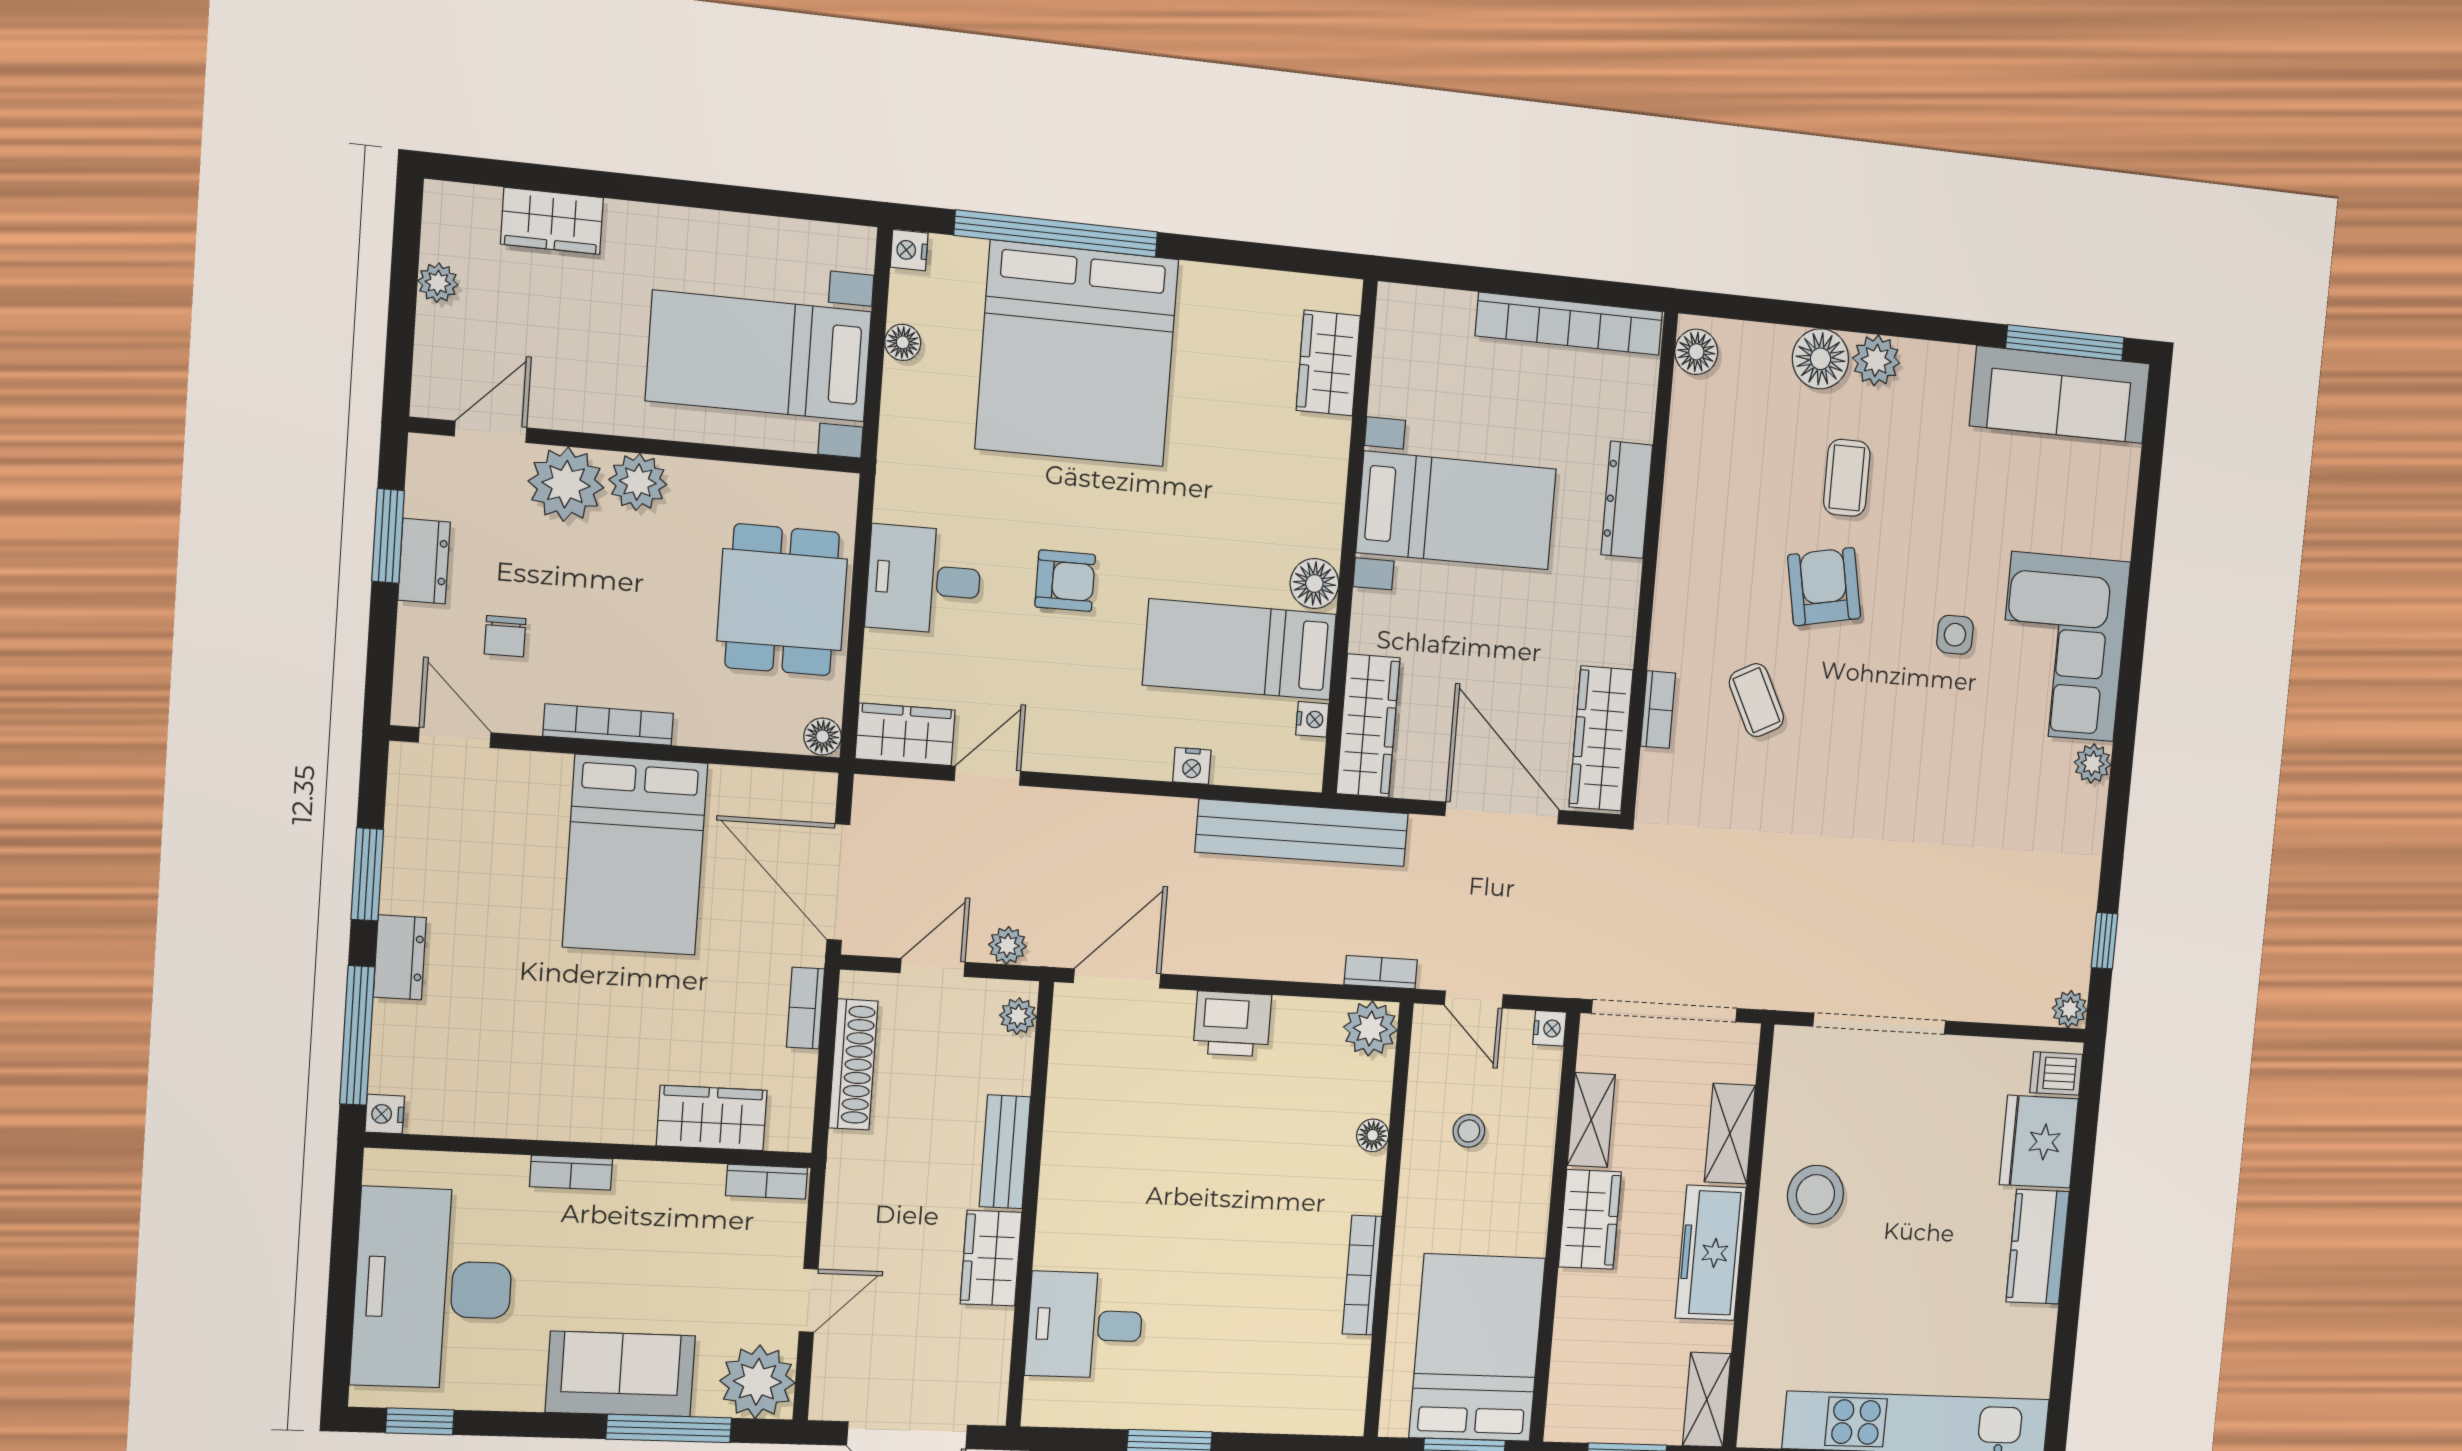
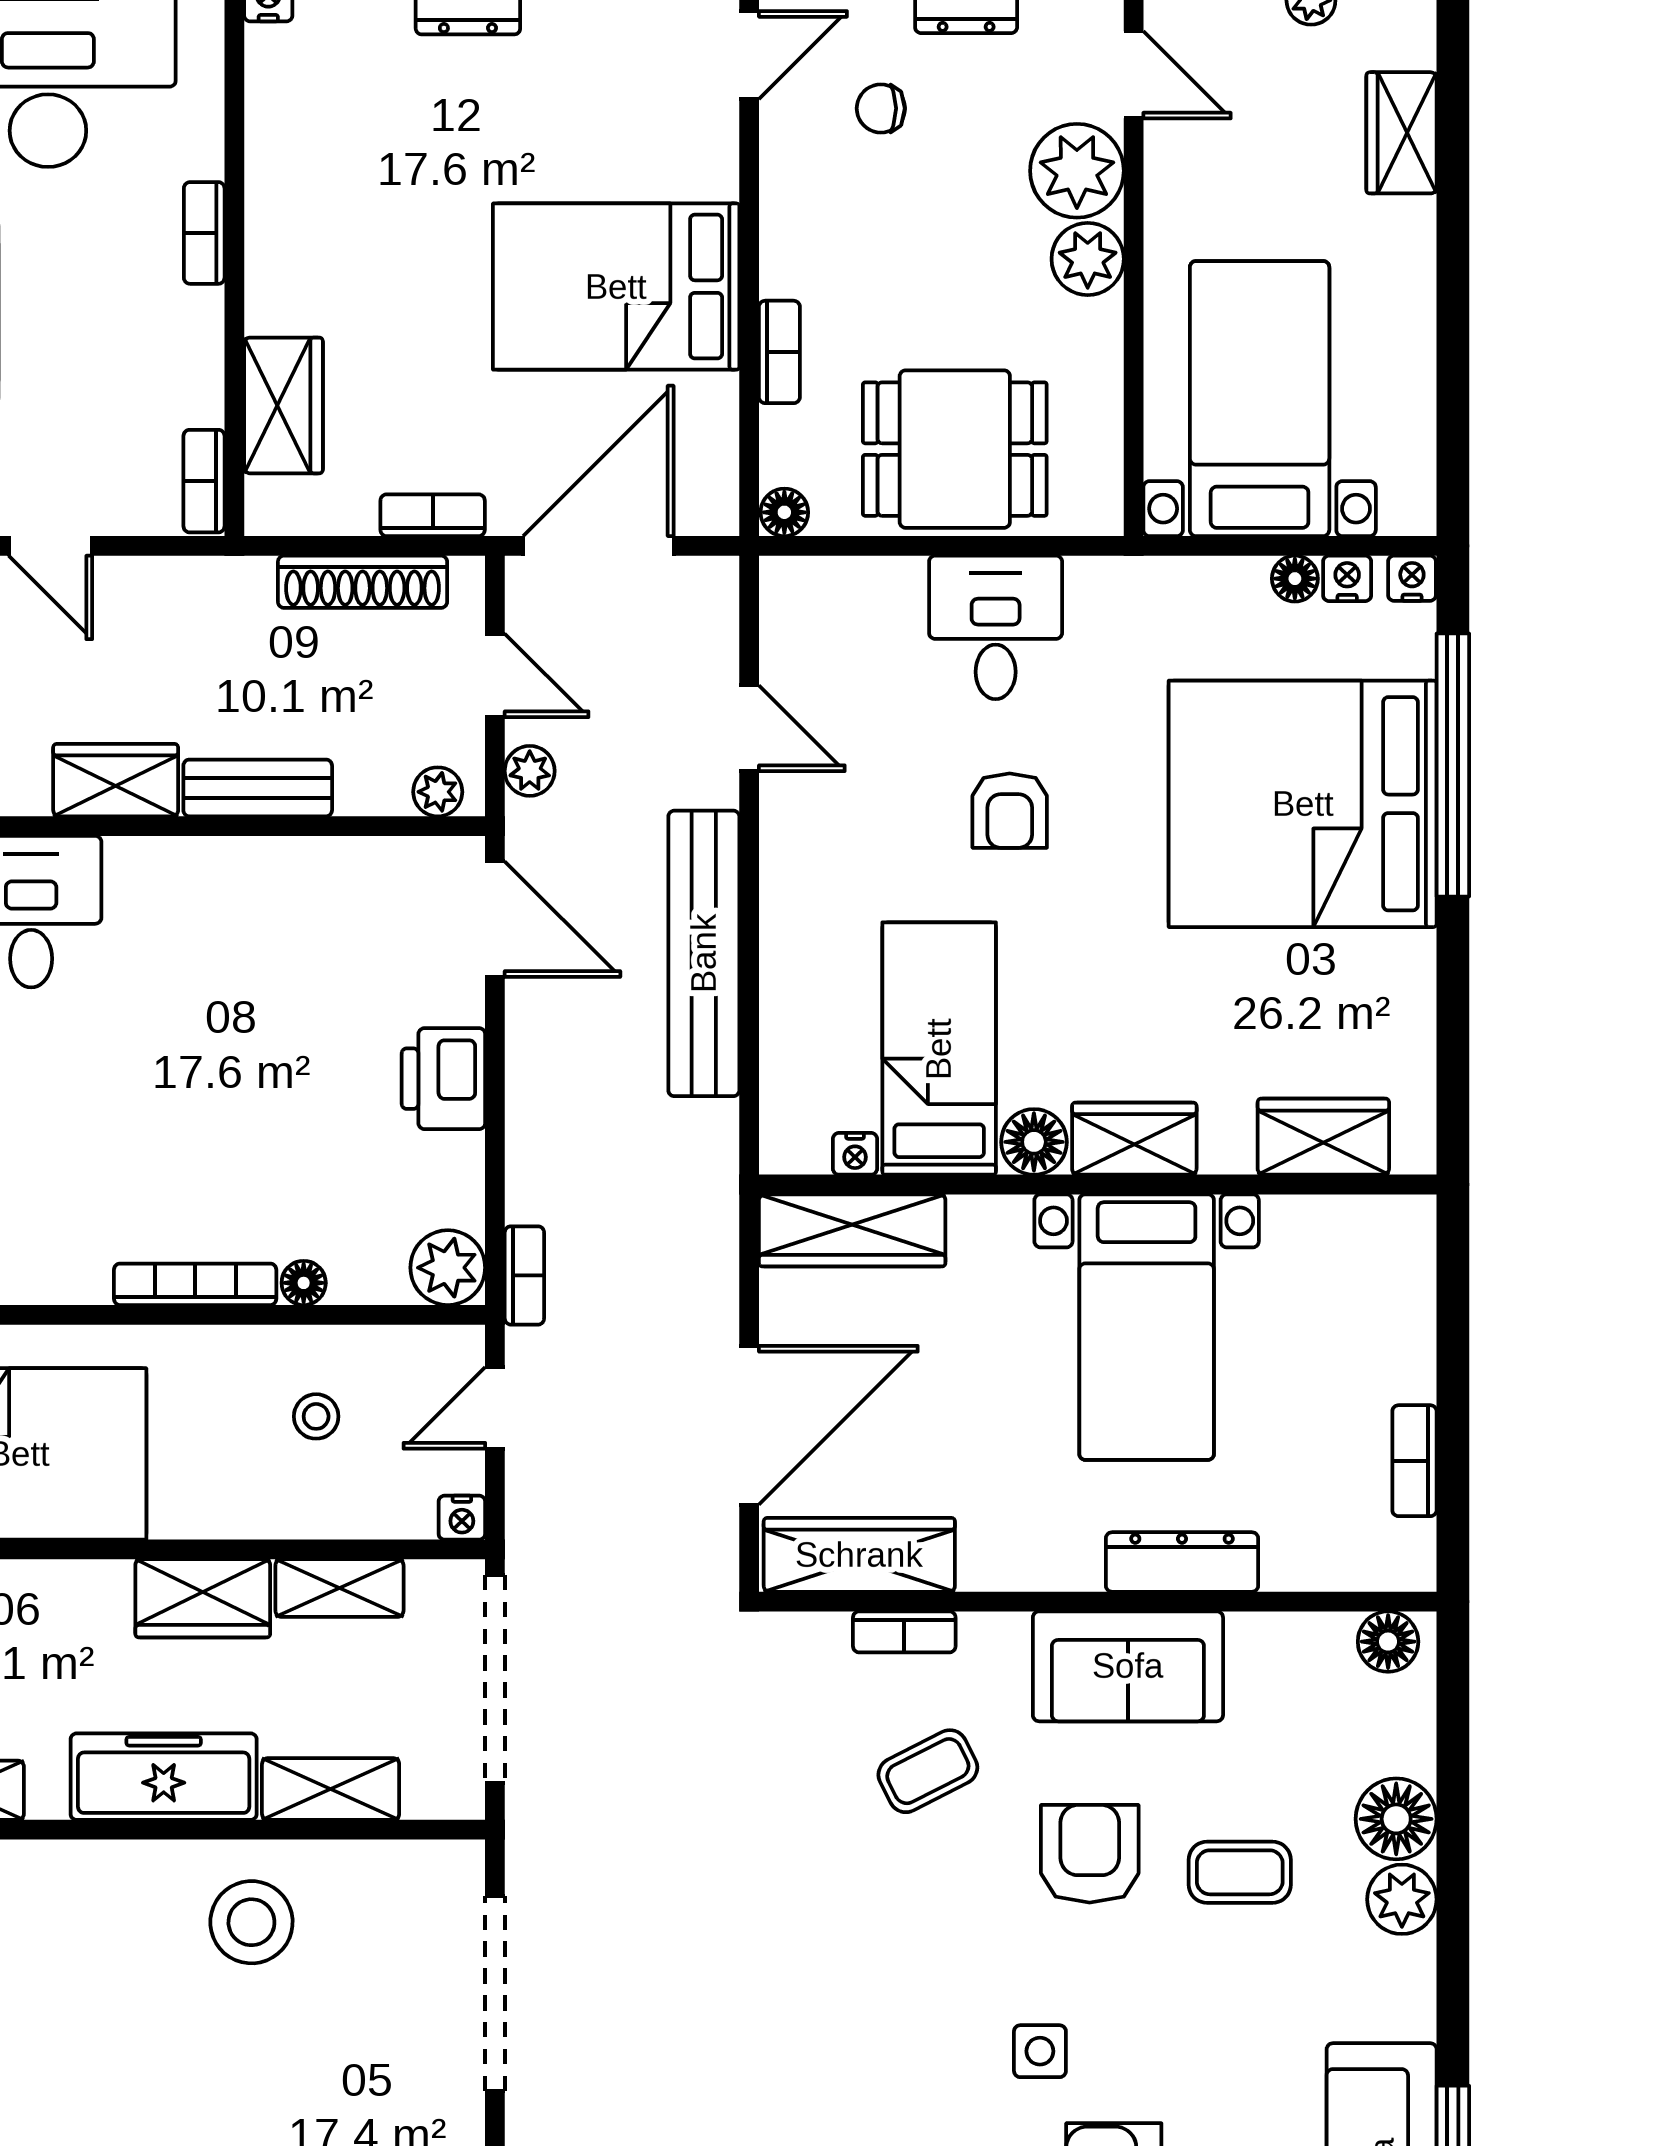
bookcase: (1569, 324) -> (1414, 1461), width x0.43, depth x0.76
sofa: (1697, 547) -> (1128, 1666), added
armchair: (1824, 587) -> (1090, 1854), turned -79
bookcase: (608, 725) -> (779, 352), moved, width x0.64
wardrobe: (905, 734) -> (1134, 1139), moved, turned -90
nightstand: (1192, 766) -> (1347, 578), moved, turned 90
bench: (1302, 833) -> (704, 953), moved
bookcase: (1362, 1275) -> (195, 1284), moved

